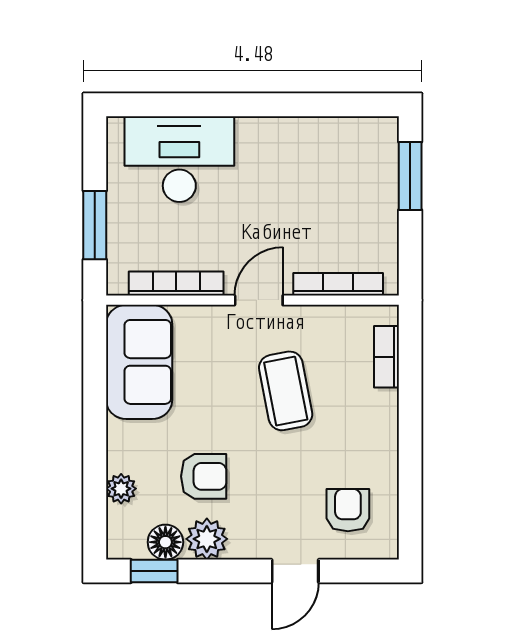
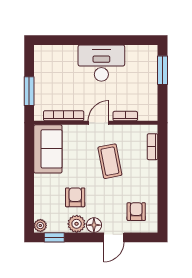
desk: (179, 159) -> (101, 63), moved
bookcase: (338, 284) -> (125, 116), width x0.64
armchair: (204, 476) -> (75, 197), turned -90
plant: (121, 489) -> (40, 225), moved
floor lamp: (165, 542) -> (94, 225), moved

